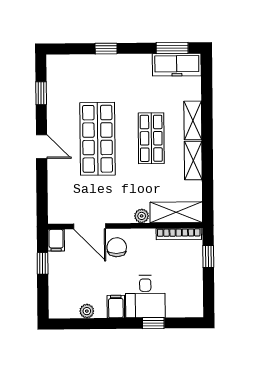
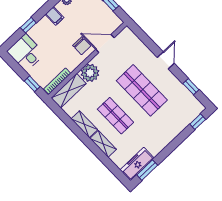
window: (106, 49) -> (198, 122), moved
door: (42, 147) -> (166, 60), swing flipped
plant: (142, 216) -> (90, 73), width x1.87, depth x1.87
filing cabinet: (56, 240) -> (115, 21), removed
desk: (145, 297) -> (26, 53), moved

